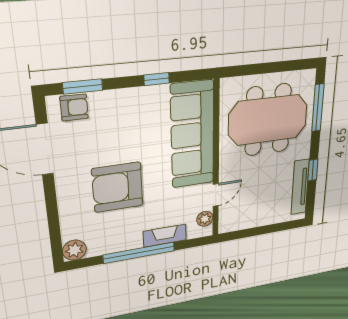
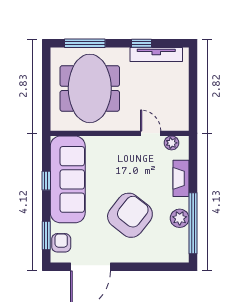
sofa: (193, 135) -> (68, 179), moved, turned -90
armchair: (118, 187) -> (130, 215), turned -142
plant: (74, 250) -> (180, 218), moved
window: (139, 253) -> (193, 223), moved

